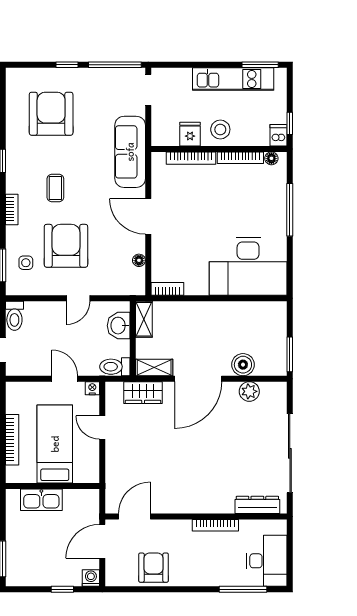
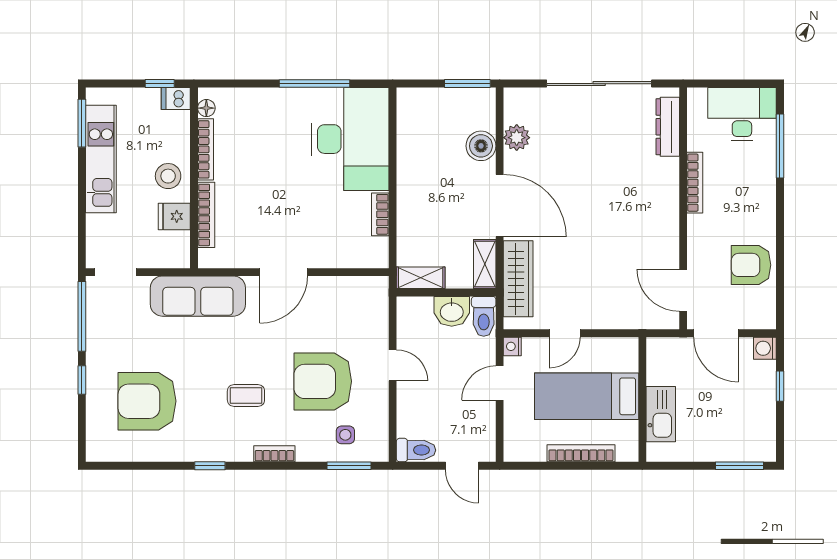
window: (290, 210) -> (315, 84), moved
floor lamp: (139, 260) -> (342, 284), removed
bookcase: (167, 289) -> (380, 214), moved
washbasin: (119, 326) -> (452, 311), moved
wardrobe: (143, 393) -> (518, 279), width x1.50

